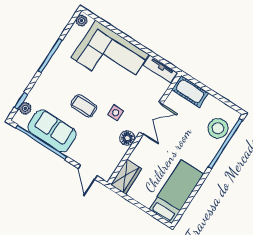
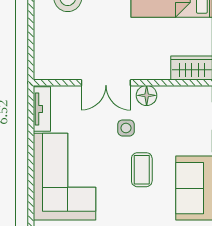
cot: (190, 91) -> (46, 58), removed
double door: (151, 118) -> (106, 83), swing flipped

